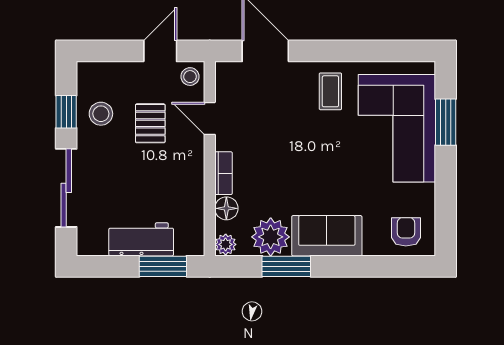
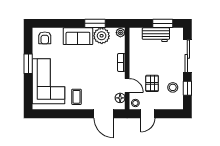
window: (446, 122) -> (28, 64), moved
floor lamp: (226, 208) -> (120, 98), moved
window: (163, 266) -> (163, 23), moved

